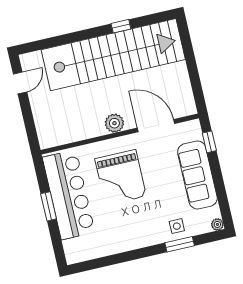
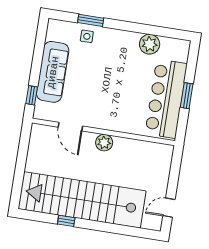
door: (156, 126) -> (70, 127), width x0.73
grand piano: (121, 177) -> (117, 96), removed
plant: (217, 224) -> (150, 44), moved, width x1.87, depth x1.87

